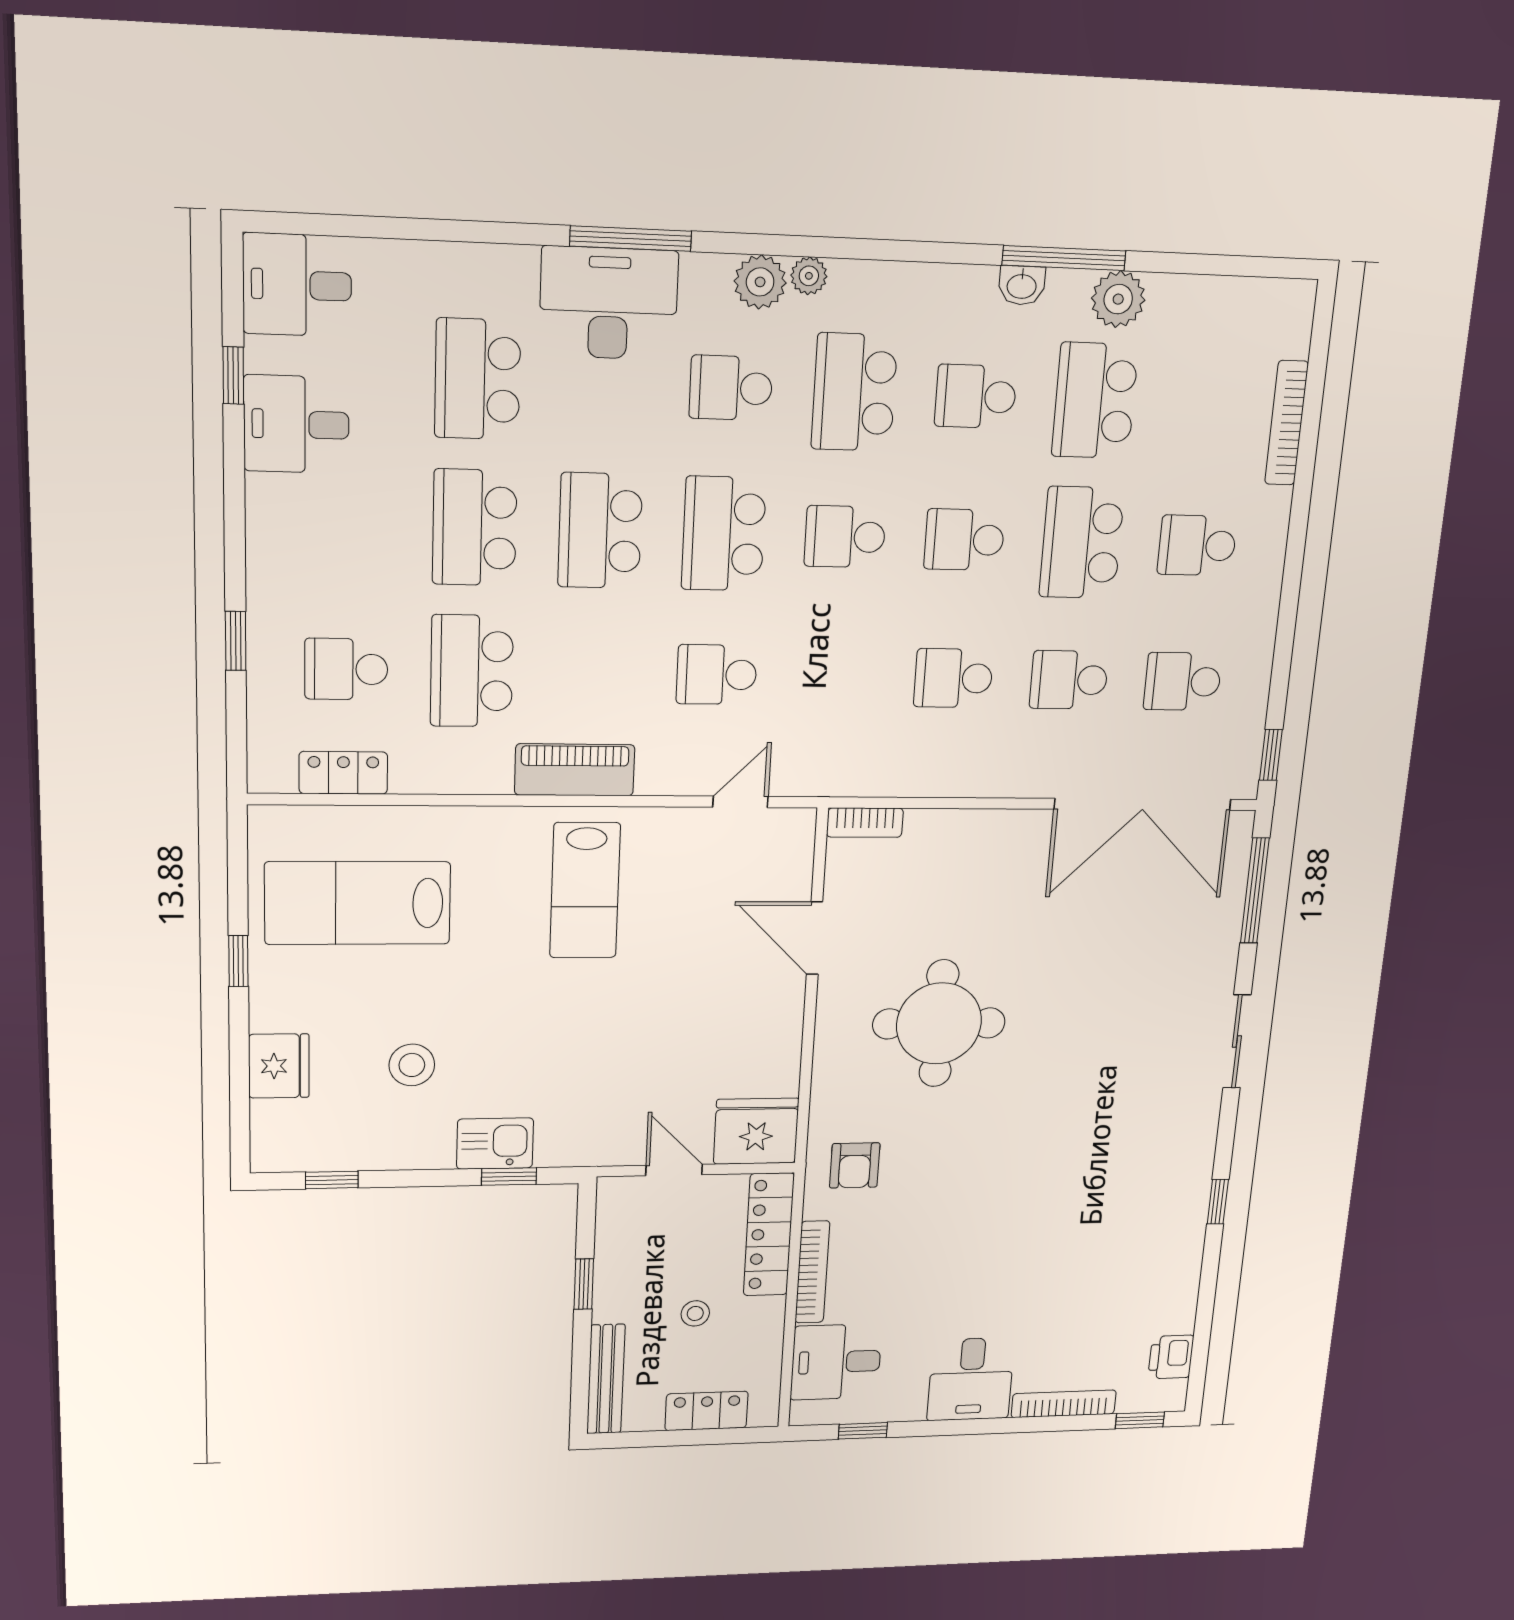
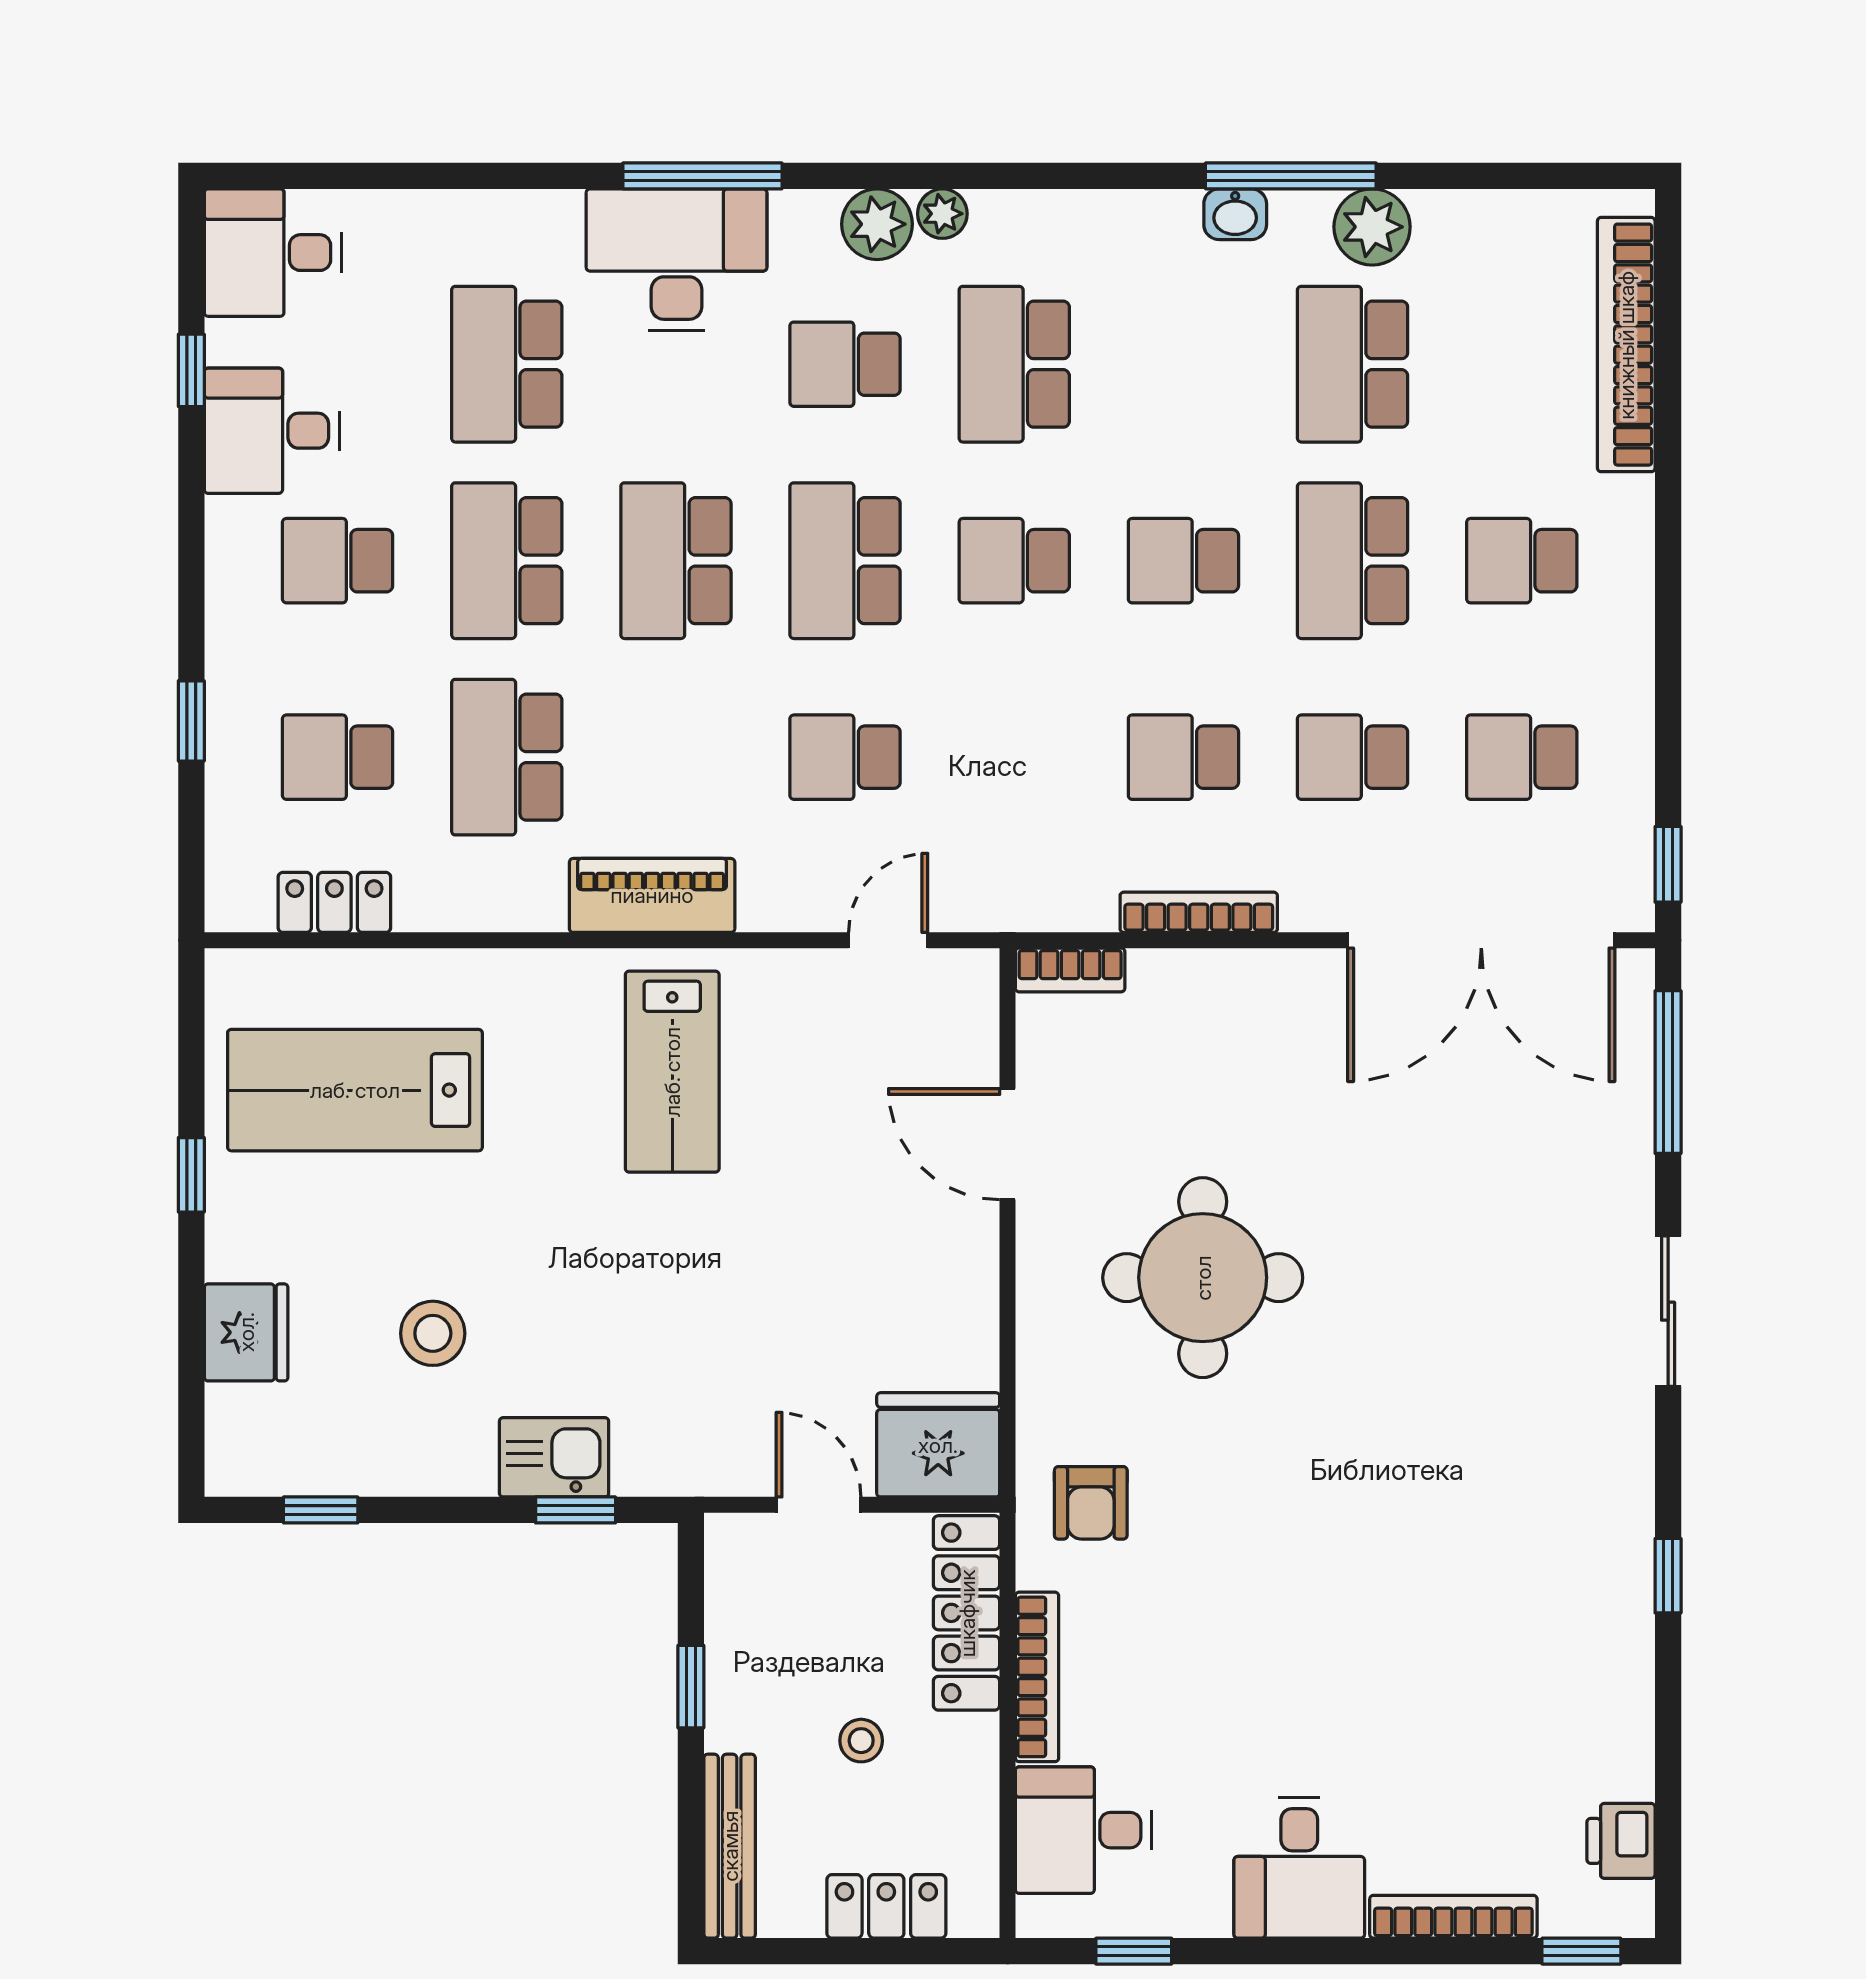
school desk: (976, 396) -> (338, 561), moved
bookcase: (1287, 423) -> (1626, 345), width x1.48, depth x1.31
bookcase: (955, 784) -> (1199, 912), added

